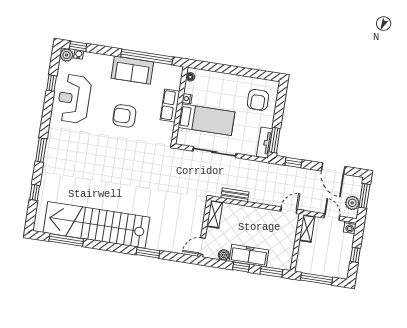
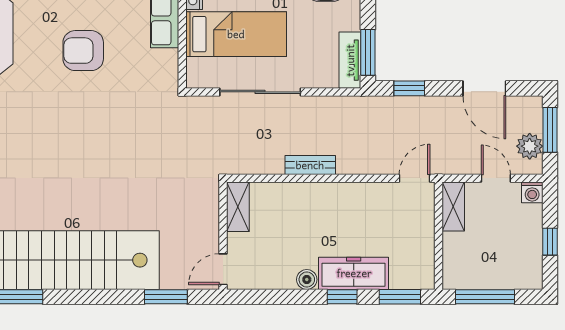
shelving: (215, 214) -> (238, 207), moved
wall: (205, 228) -> (223, 236), moved
door: (202, 246) -> (223, 269), moved

